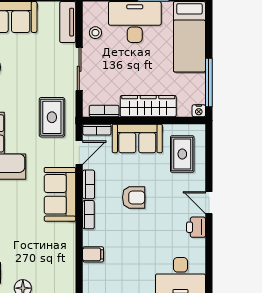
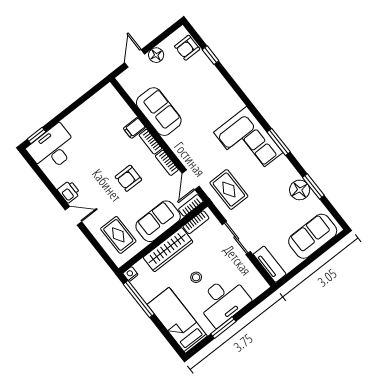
stool: (95, 33) -> (196, 277), moved
sofa: (60, 194) -> (159, 112), moved
filing cabinet: (93, 254) -> (134, 128), moved

